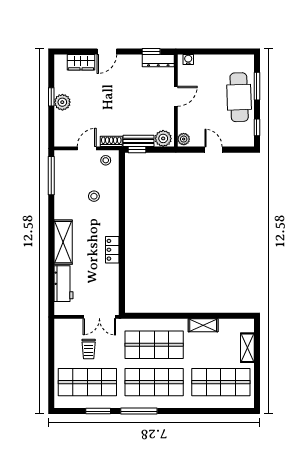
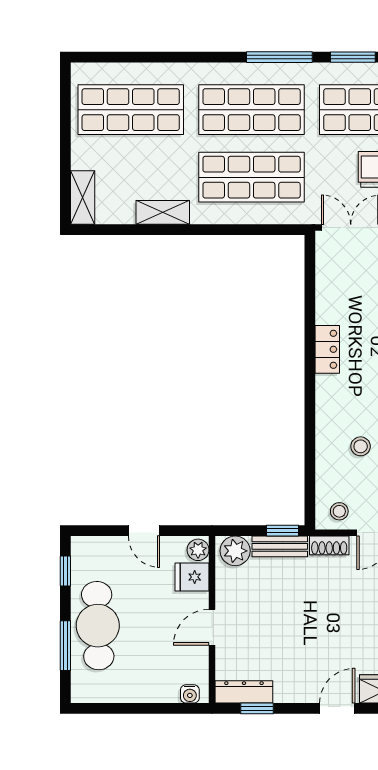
fridge: (187, 124) -> (192, 577), added
shelving: (247, 348) -> (83, 198), moved

